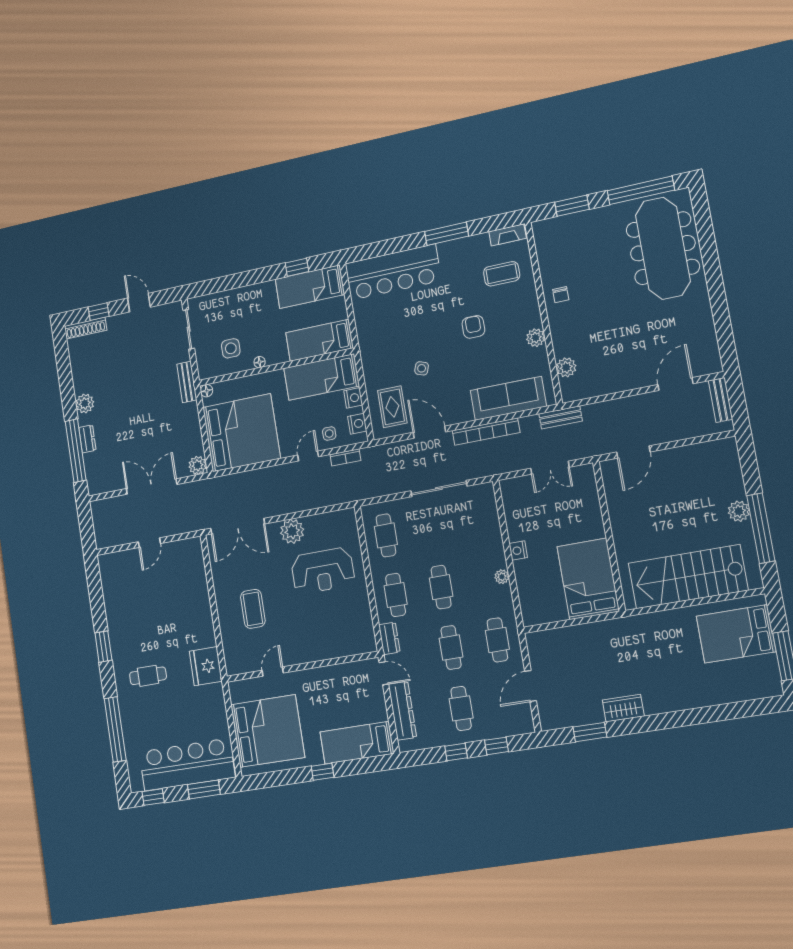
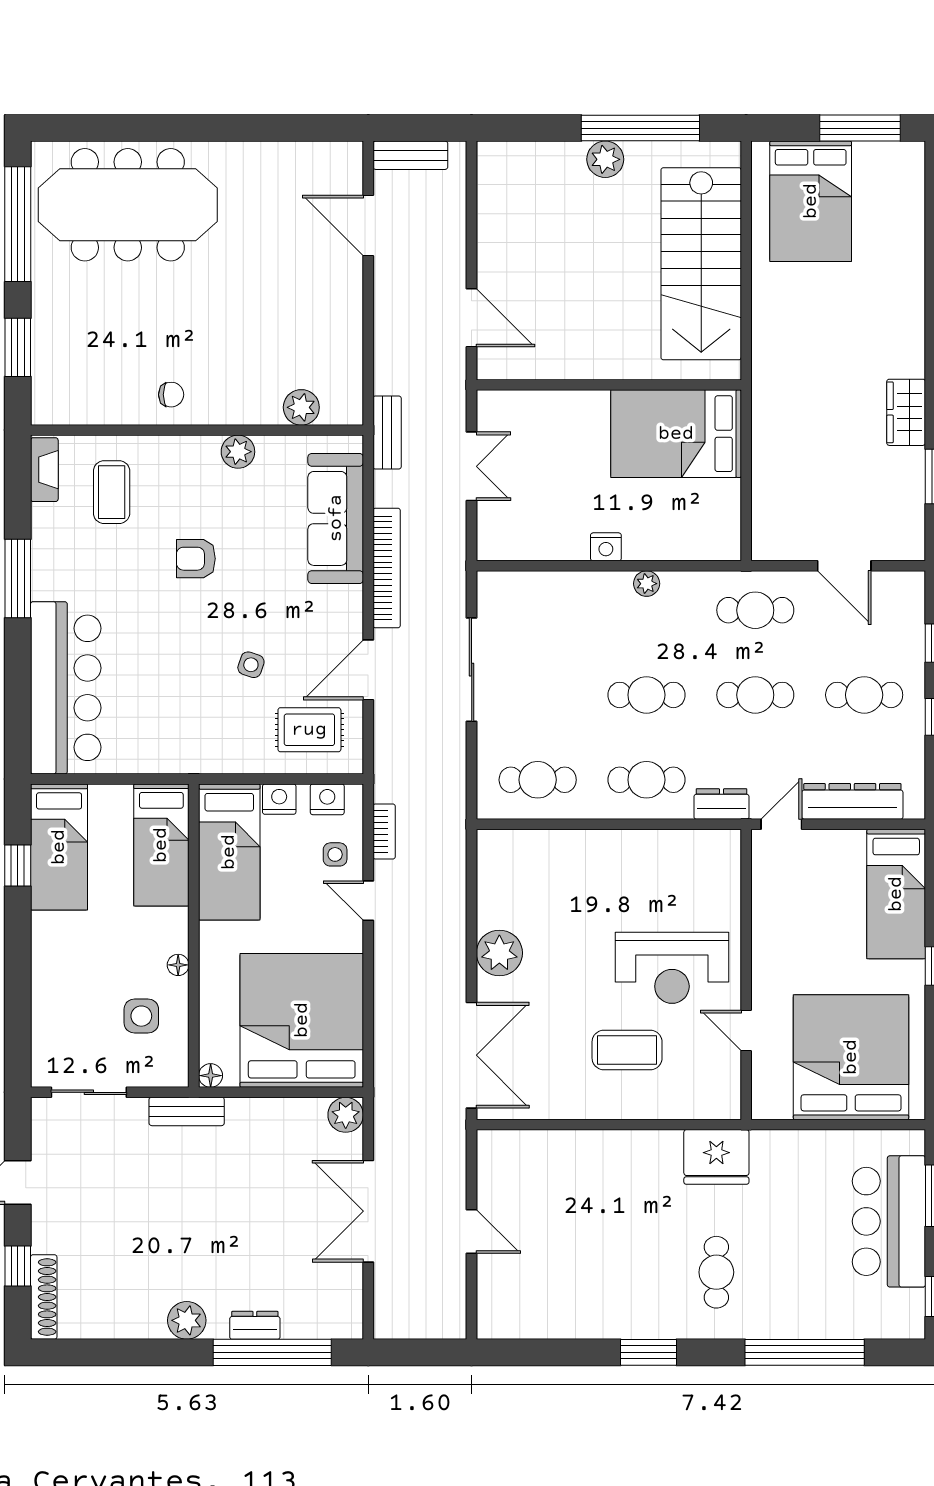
reception desk: (323, 571) -> (672, 968), moved, turned 90
bar counter: (187, 765) -> (889, 1221), width x0.73

